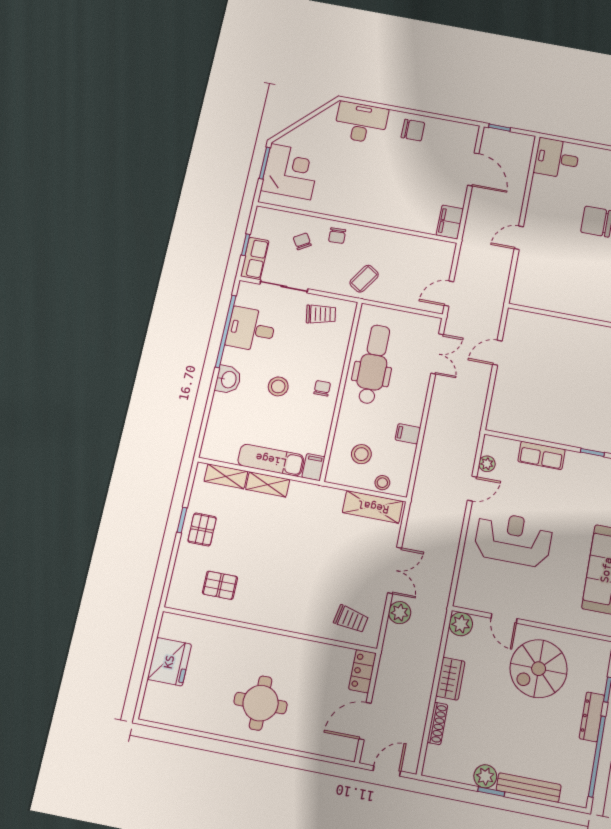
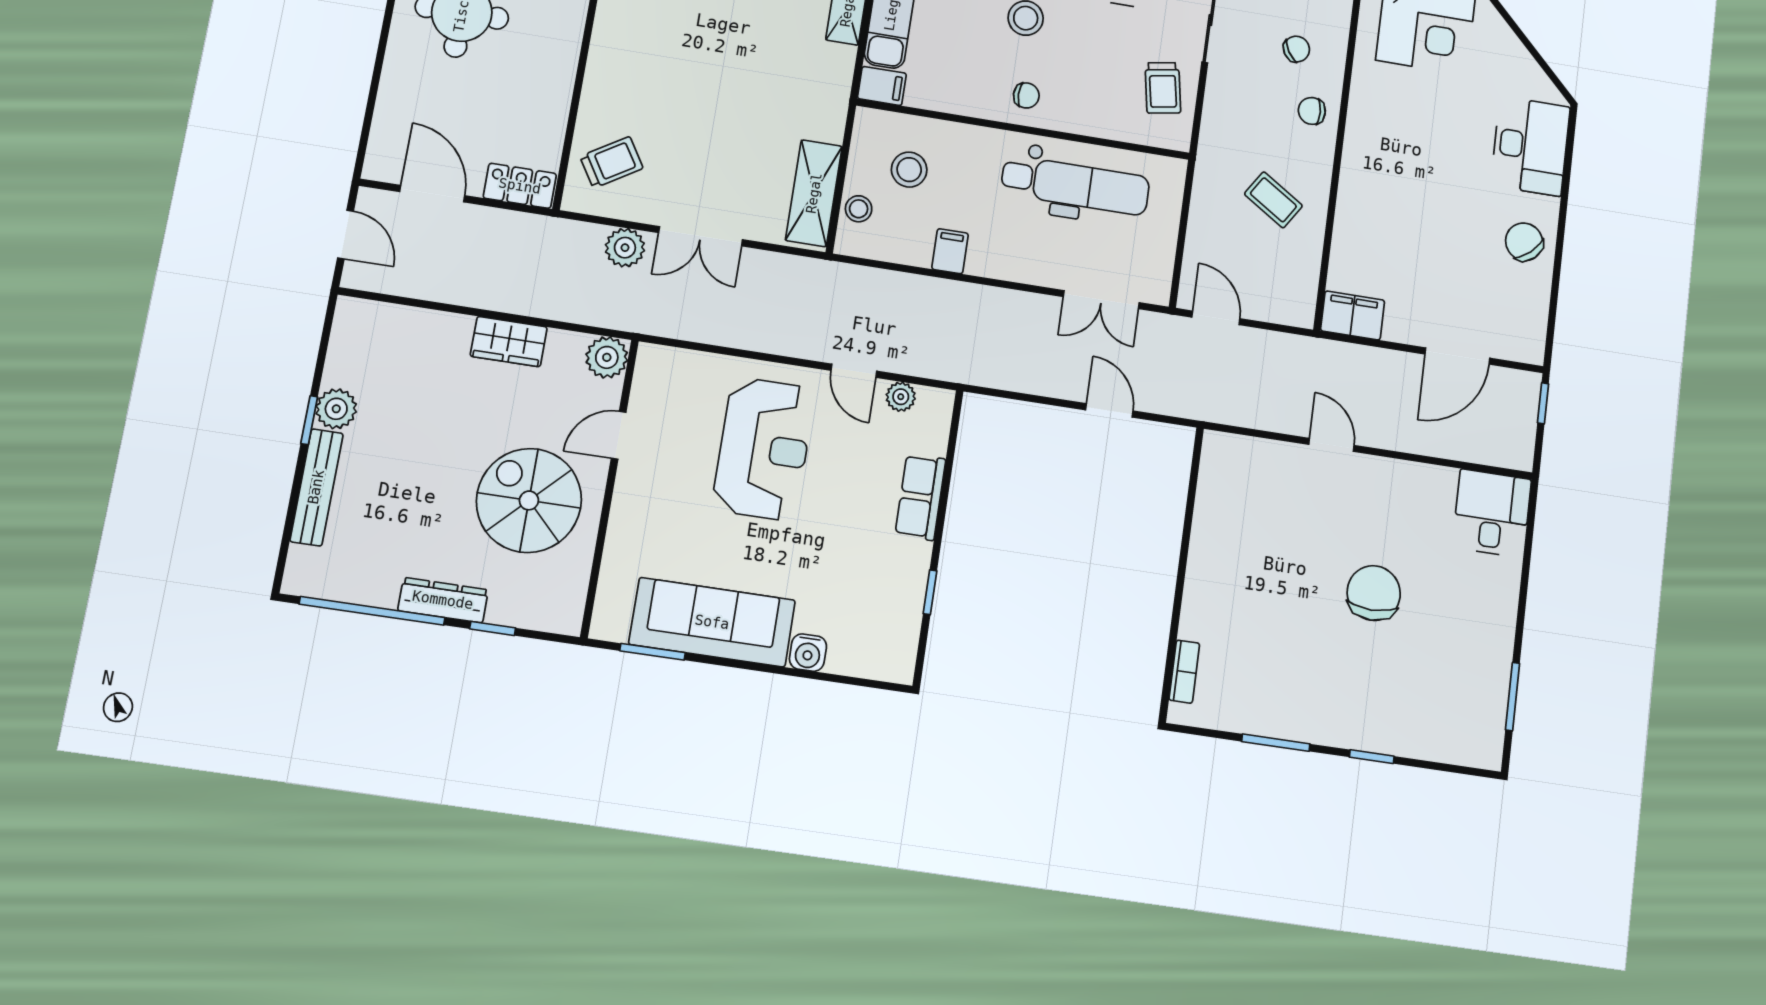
chair: (413, 130) -> (1524, 242), turned 139
coffee table: (364, 279) -> (1273, 200), moved
trolley: (351, 619) -> (612, 162), turned -133
shoe rack: (437, 723) -> (429, 321), removed

